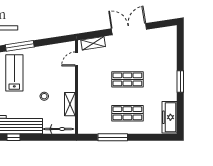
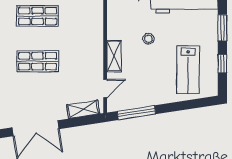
window: (20, 46) -> (136, 113), moved
shelving: (70, 104) -> (114, 56), moved

